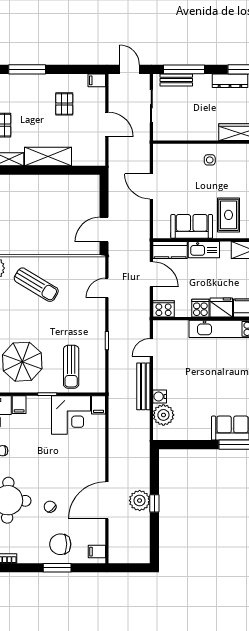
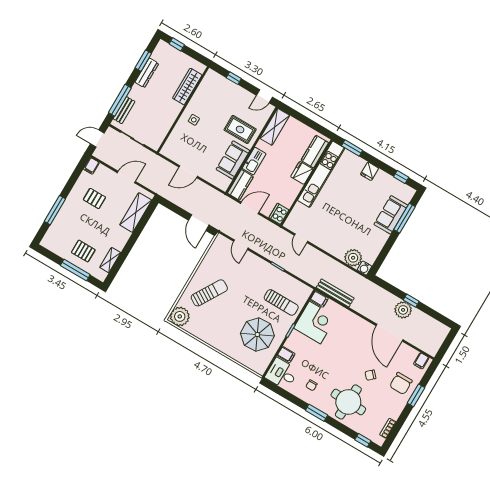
shelving: (48, 156) -> (136, 212), moved
cooker: (200, 308) -> (294, 188), removed
bench: (143, 386) -> (335, 293), moved
water cooler: (160, 396) -> (364, 268), moved

